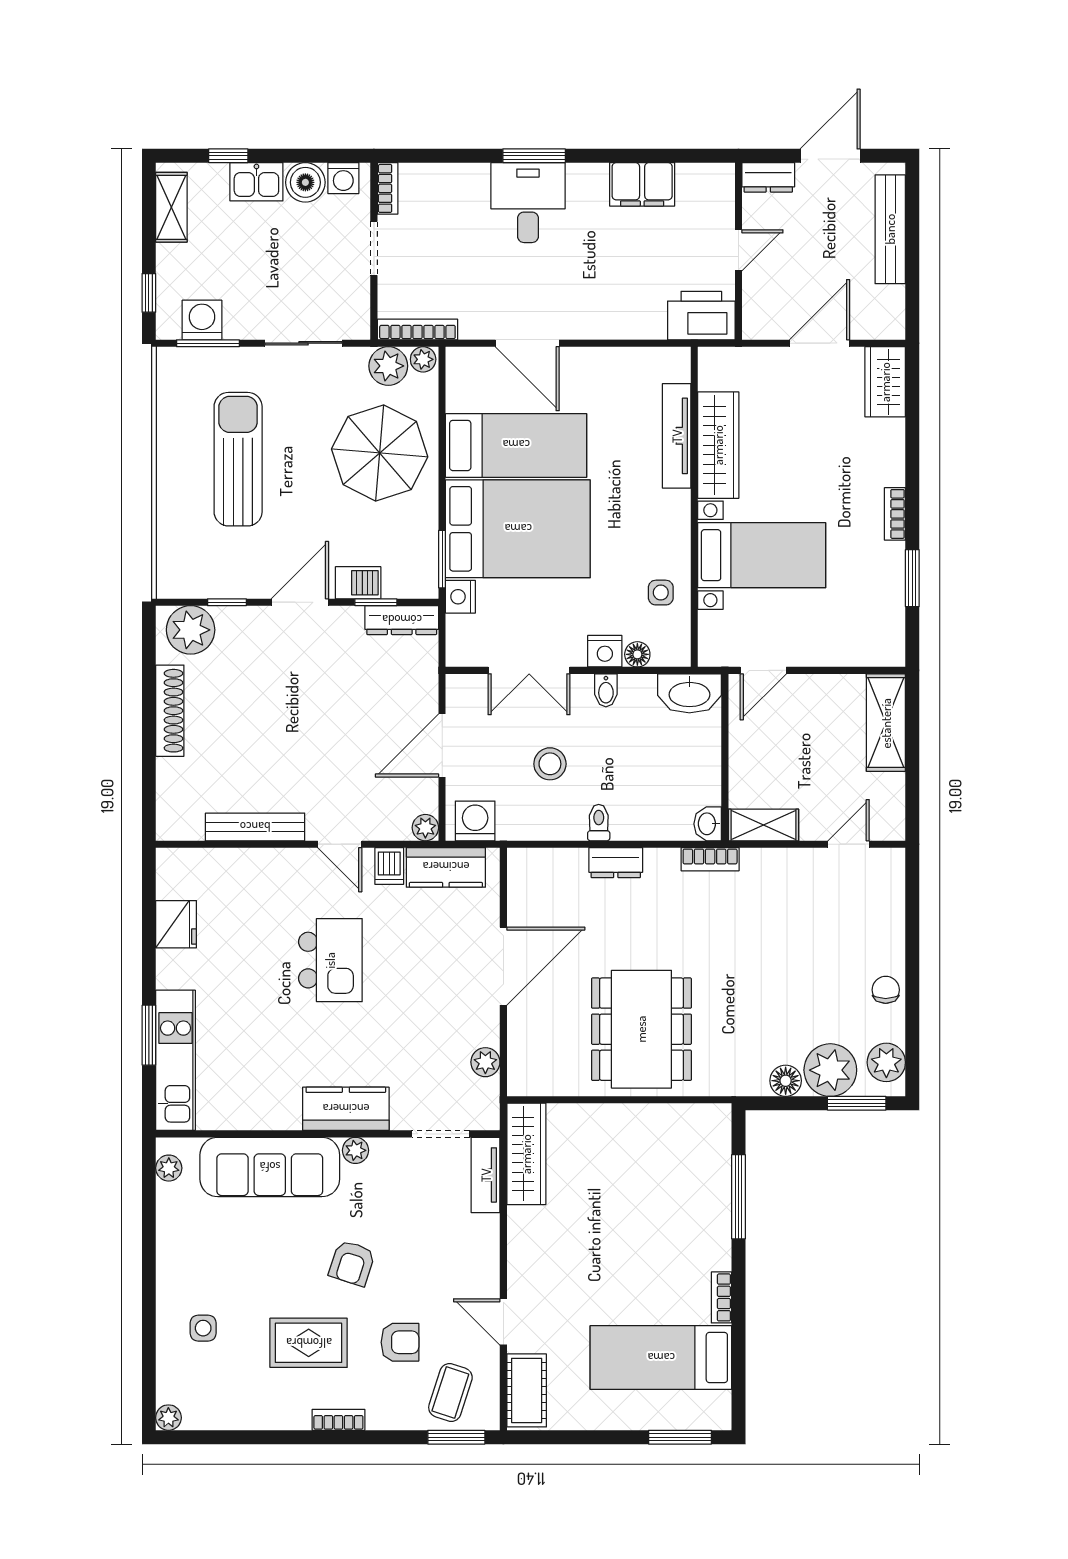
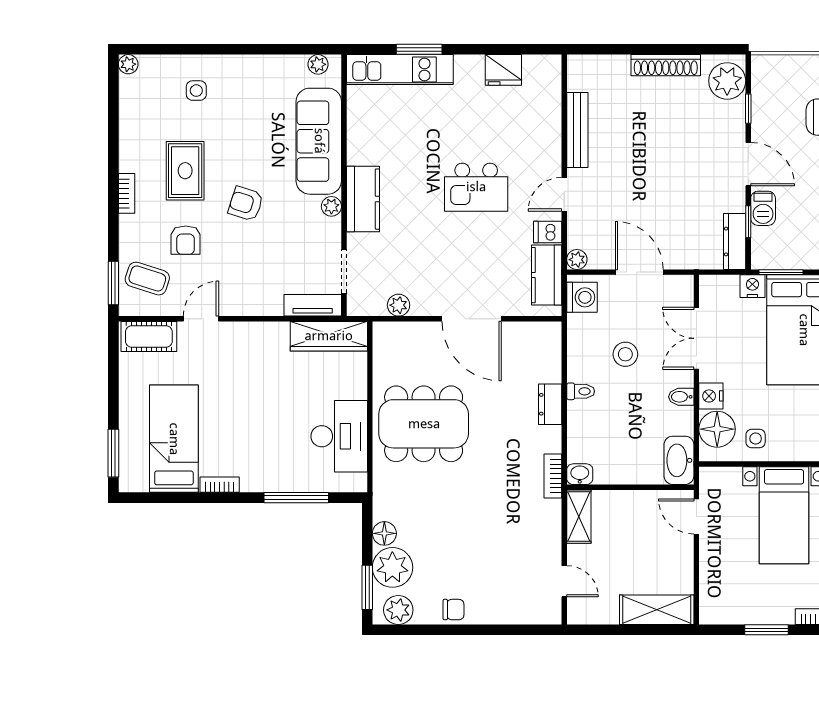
floor lamp: (637, 654) -> (717, 429), width x1.89, depth x1.89
desk: (658, 1140) -> (339, 436), added

